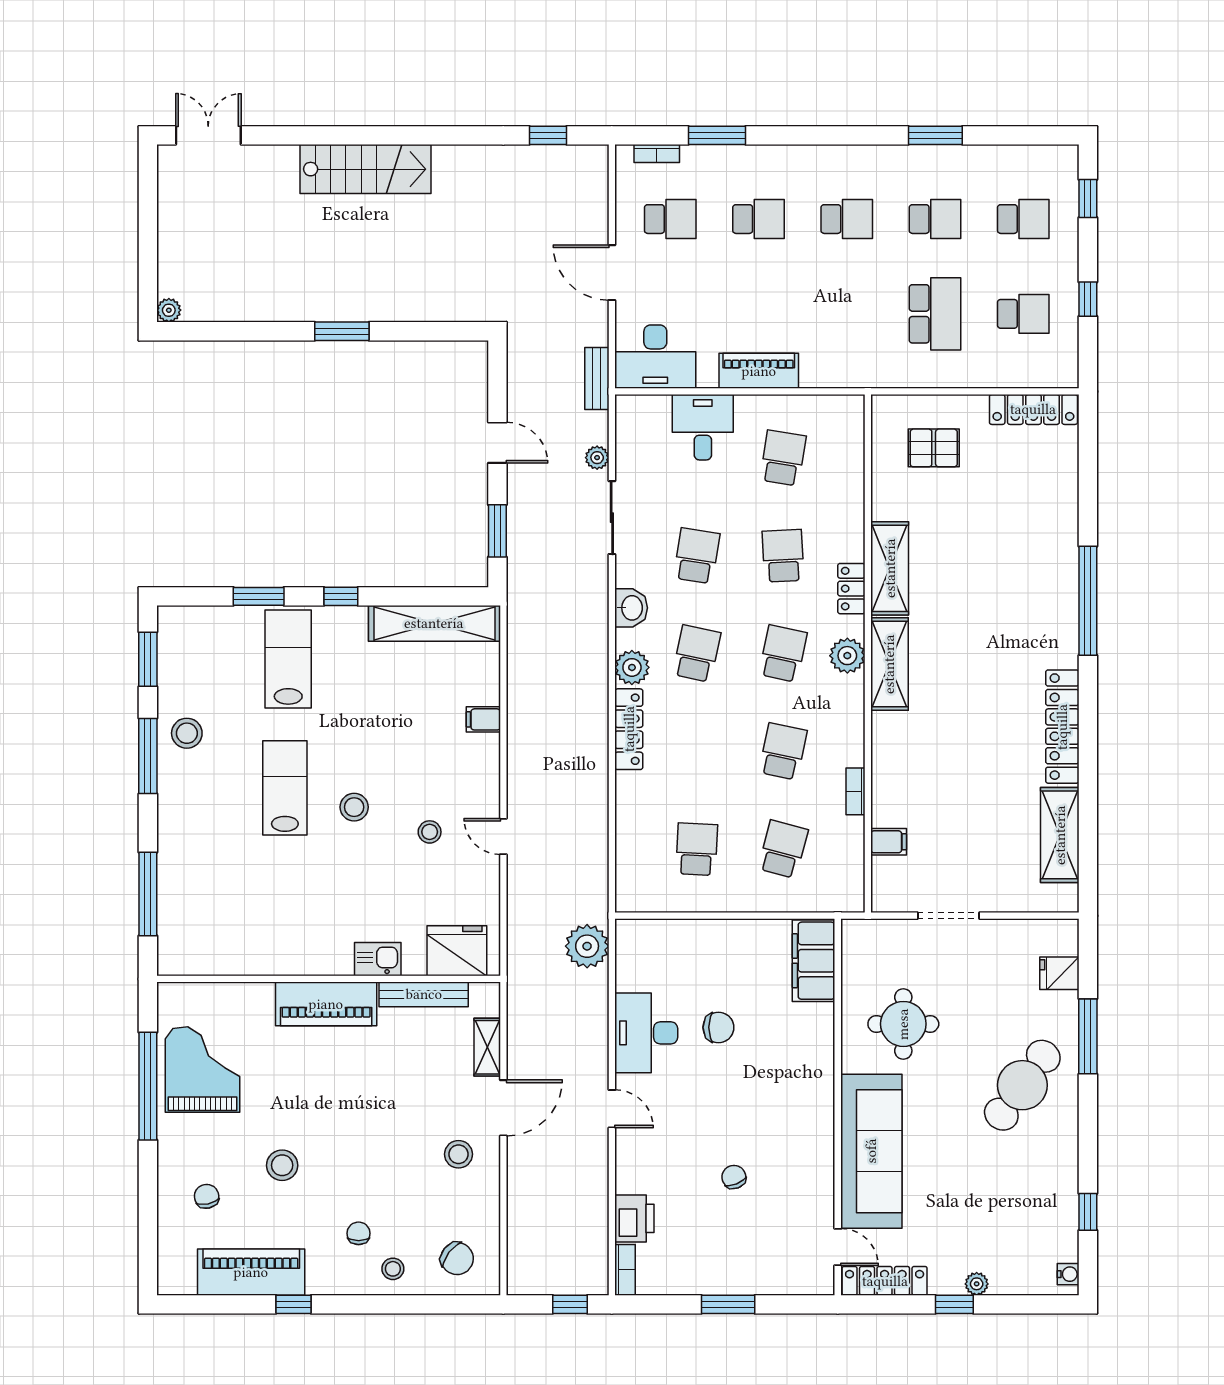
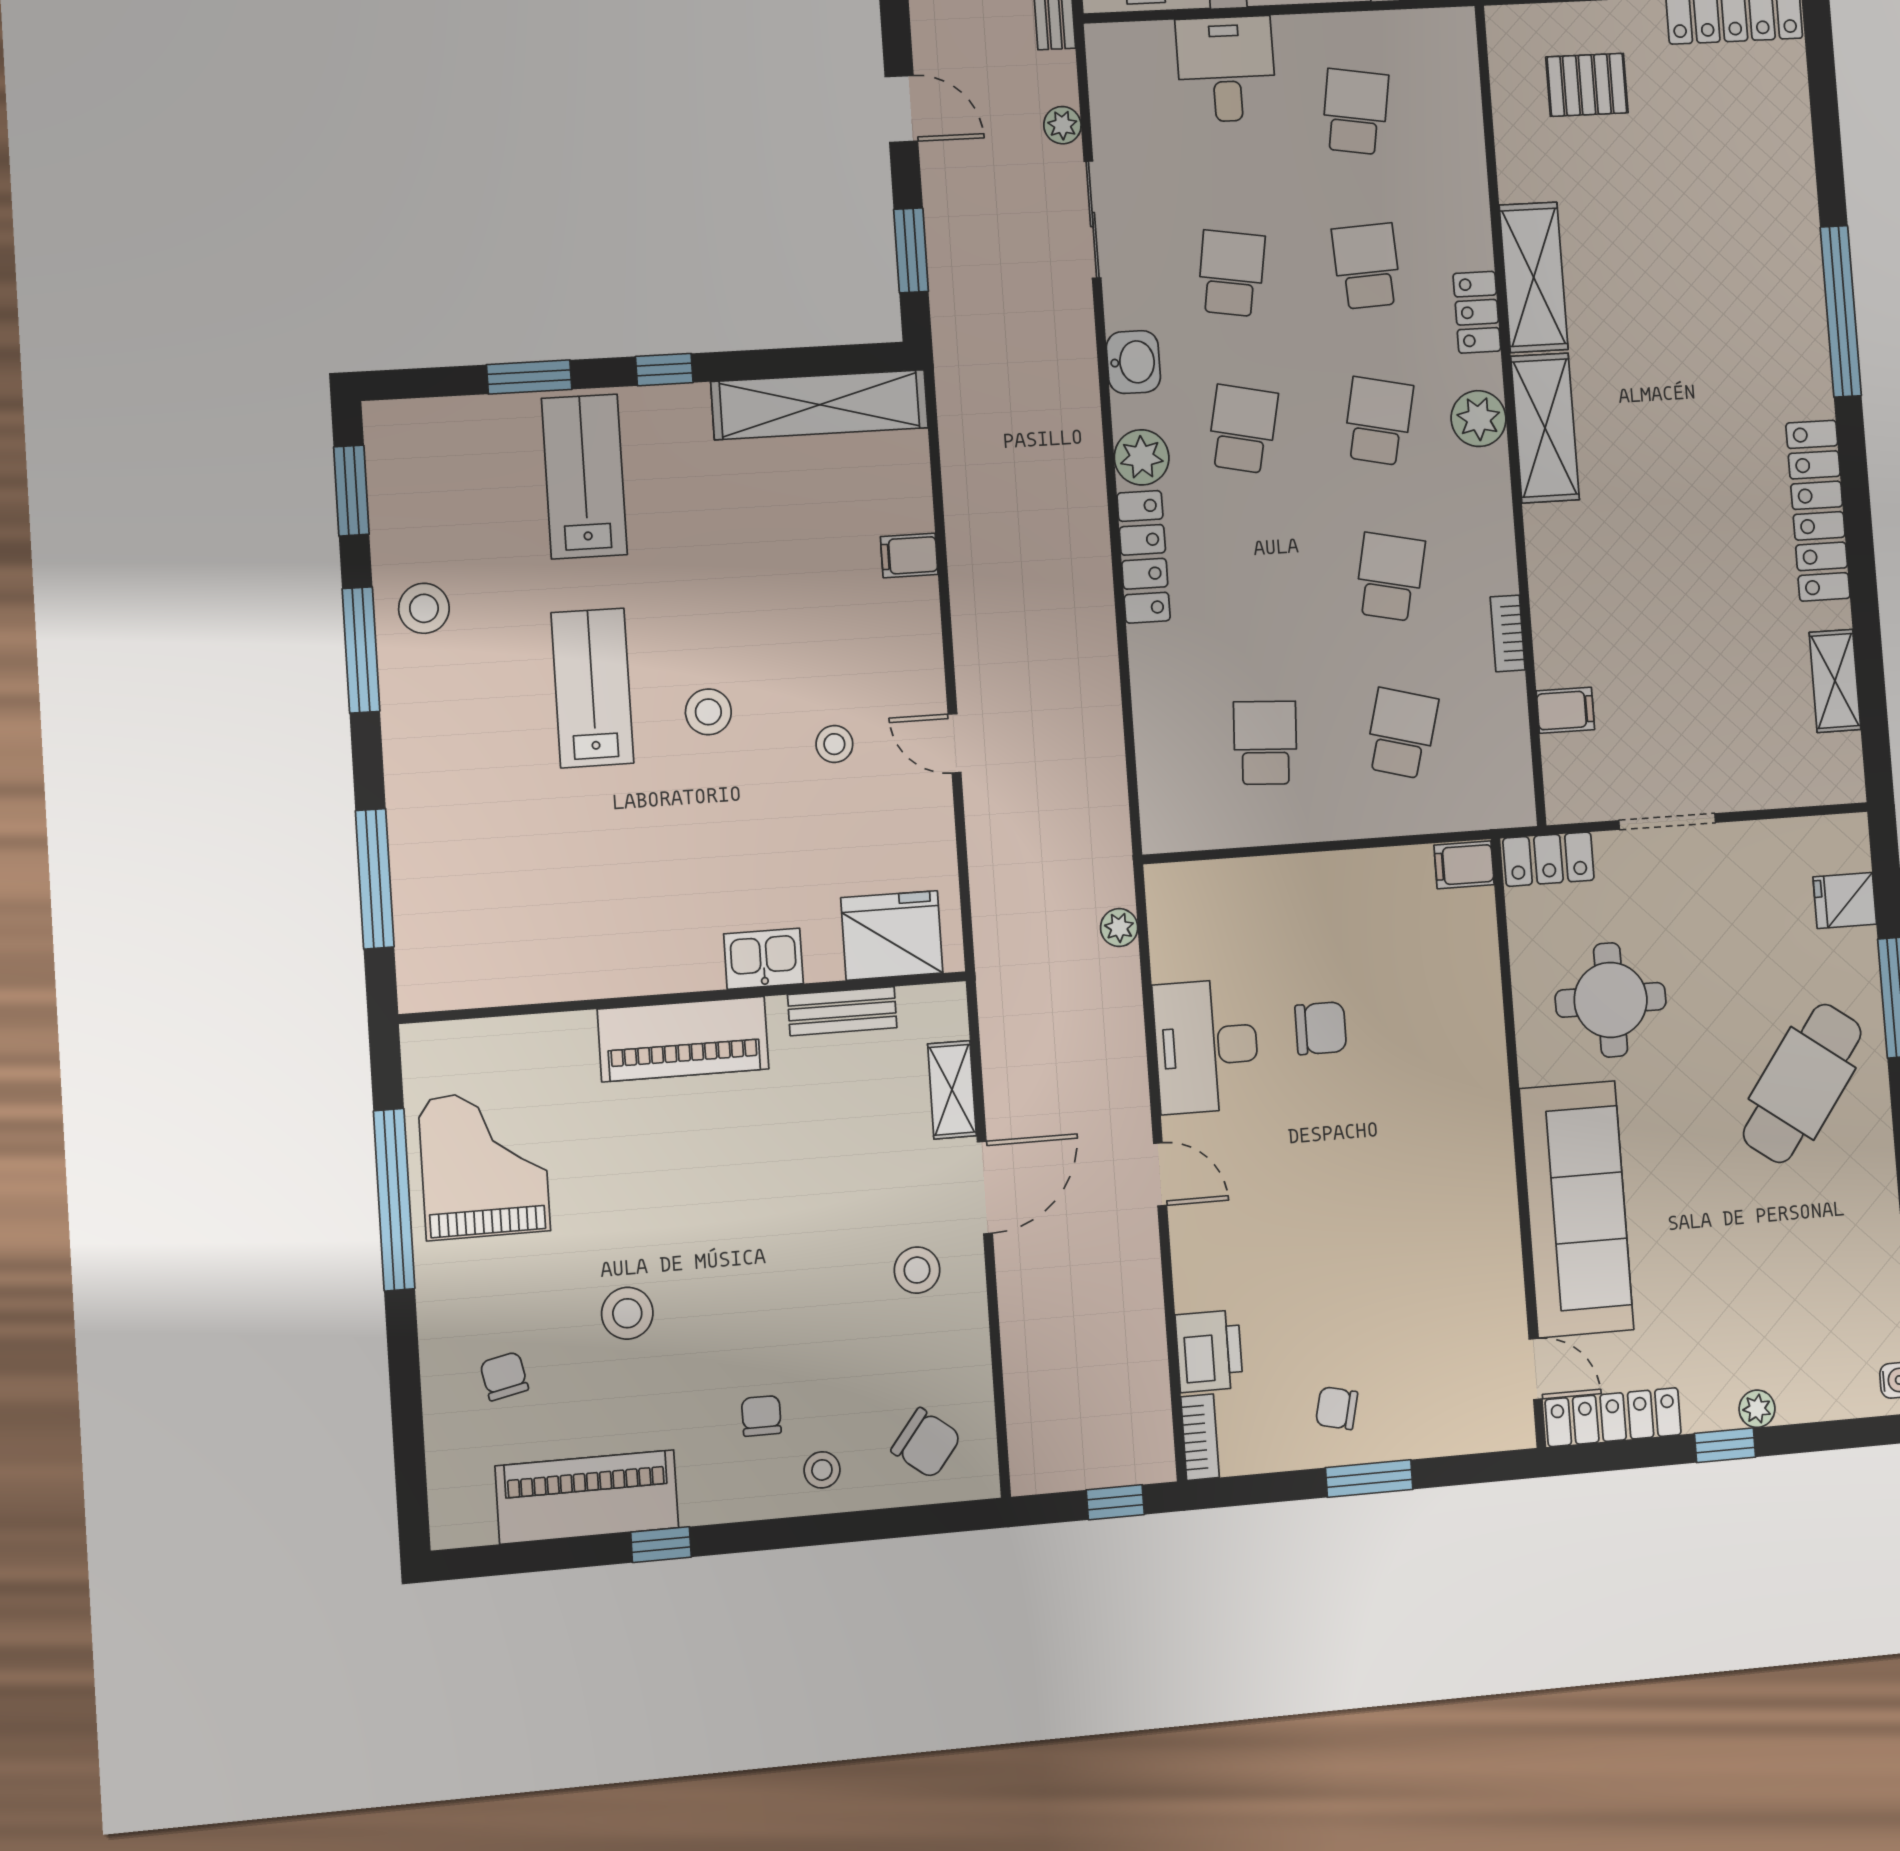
shelving: (1060, 835) -> (1835, 681), width x0.67, depth x0.75
locker: (871, 934) -> (1548, 859), added
plant: (587, 946) -> (1119, 928), width x0.53, depth x0.53
filing cabinet: (814, 961) -> (1464, 865), width x0.33, depth x0.86
bench: (424, 994) -> (842, 1011), width x0.73
chair: (734, 1177) -> (1337, 1408), moved, turned -55

